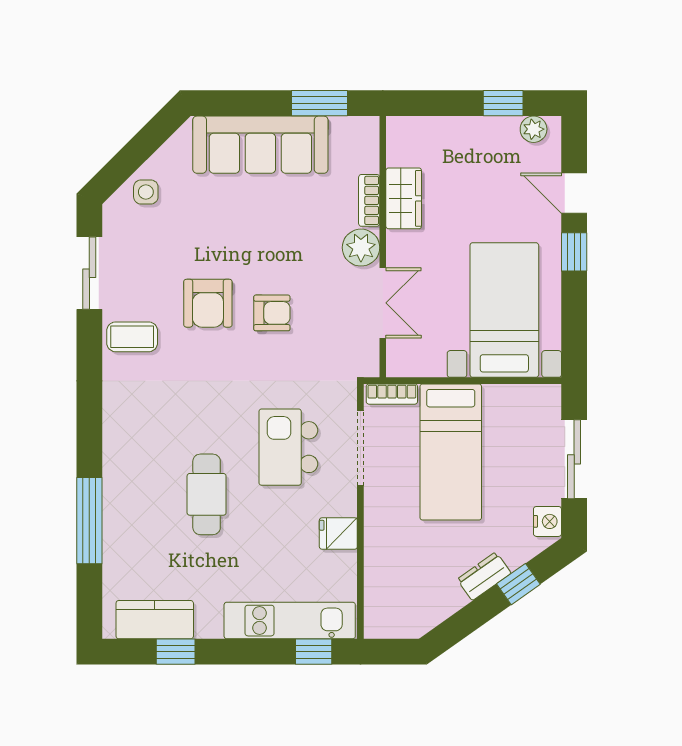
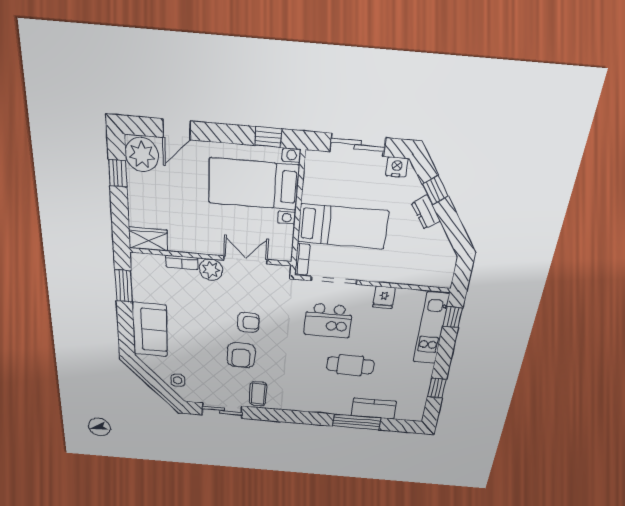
plant: (534, 129) -> (142, 155), width x1.87, depth x1.87
sofa: (260, 145) -> (150, 330), width x0.73
wardrobe: (404, 198) -> (148, 239), moved
window: (574, 252) -> (268, 137), moved
armchair: (208, 303) -> (241, 355), turned 90
armchair: (272, 313) -> (248, 323), turned 90
kitchen counter: (155, 620) -> (374, 409), moved, turned 90

